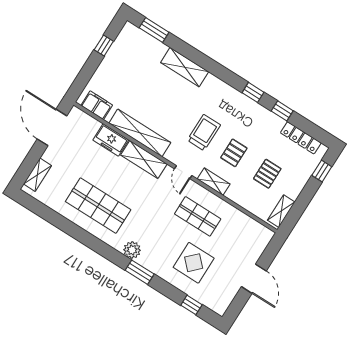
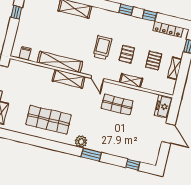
filing cabinet: (97, 105) -> (25, 53), width x0.50
freezer: (111, 140) -> (163, 106), moved, turned 90
shelving: (214, 182) -> (131, 81), moved
shelving: (281, 211) -> (175, 68), moved
display table: (194, 263) -> (125, 136), removed

